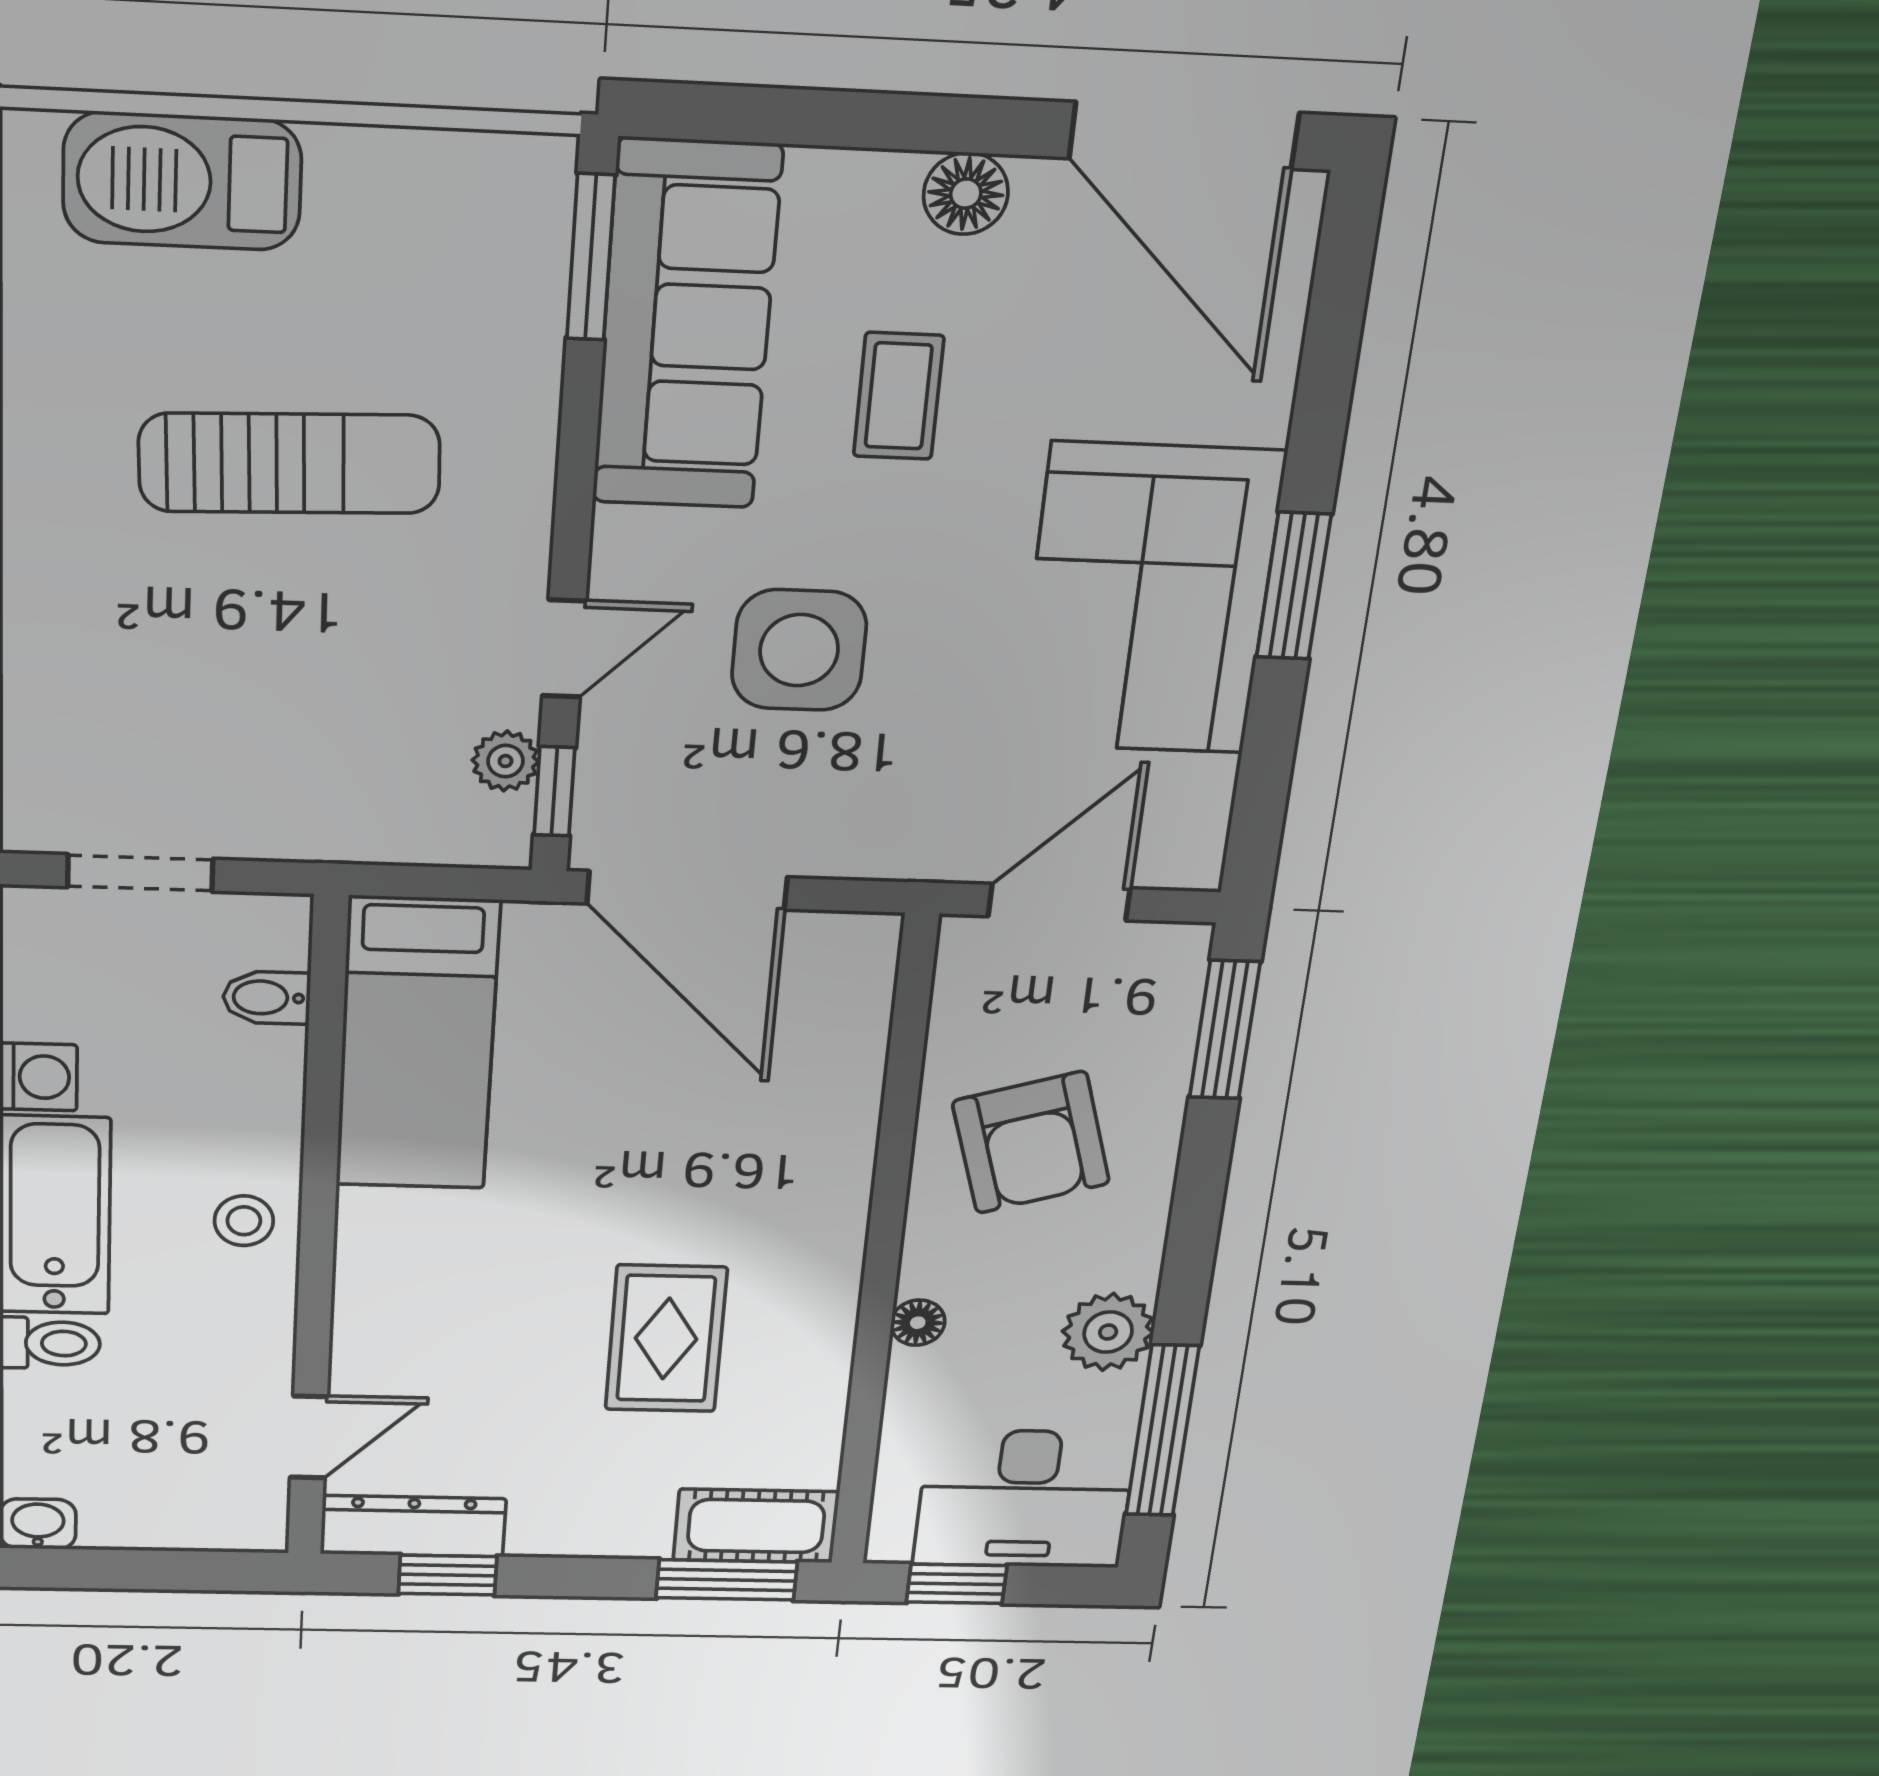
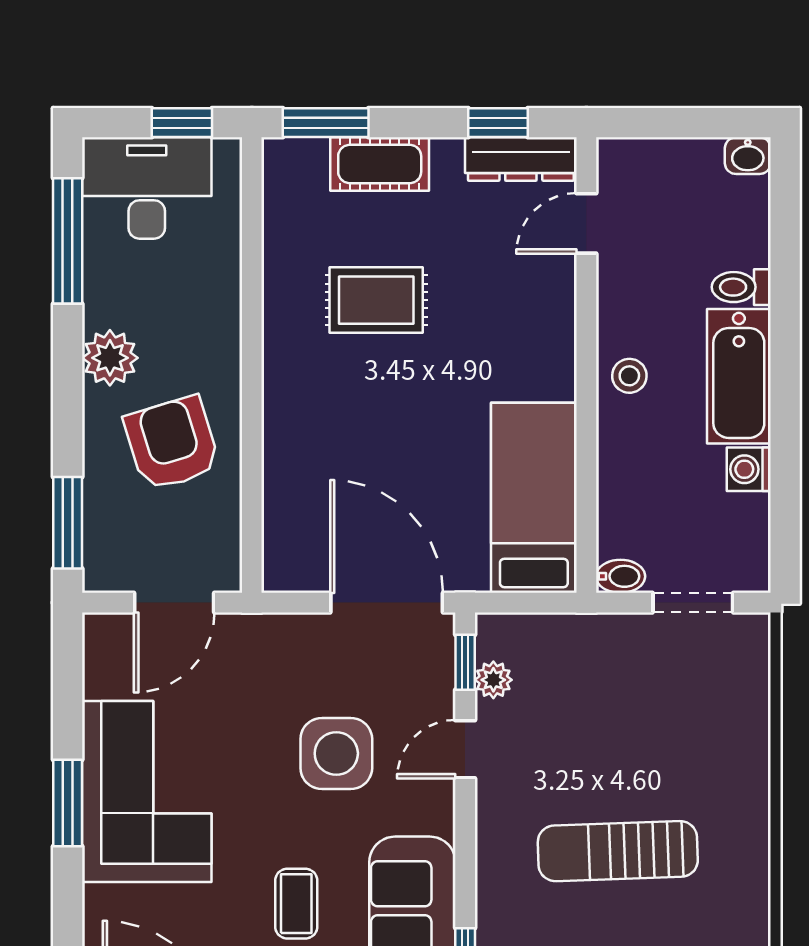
bidet: (267, 998) -> (621, 576), moved
floor lamp: (918, 1323) -> (226, 316), removed
plant: (1108, 1332) -> (110, 358), moved
rug: (666, 1339) -> (376, 300), turned 90
cot: (756, 1526) -> (380, 164), moved

